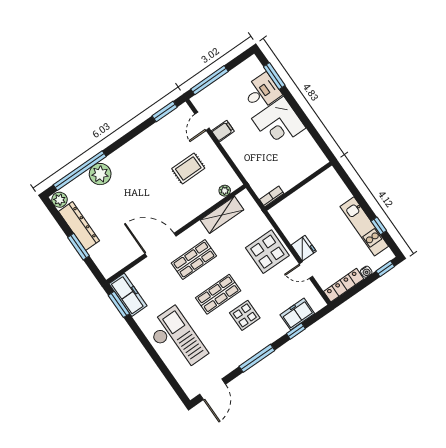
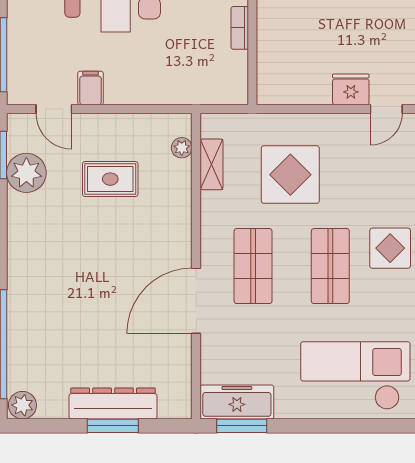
rug: (188, 168) -> (110, 179), turned 90
plant: (100, 174) -> (26, 173), moved
bookcase: (272, 197) -> (240, 28), moved
shelving: (222, 215) -> (212, 164), width x0.67, depth x0.75
dresser: (79, 226) -> (113, 403), moved
display table: (267, 252) -> (290, 175), moved

